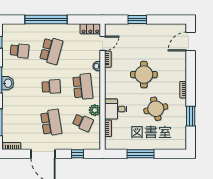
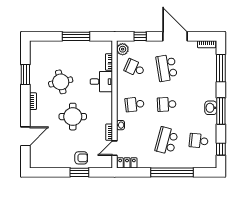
armchair: (136, 34) -> (81, 158), added
door: (191, 42) -> (25, 136), moved
school desk: (83, 87) -> (135, 104), width x0.54
plant: (95, 110) -> (123, 49), moved

